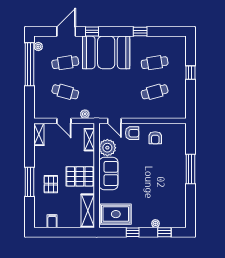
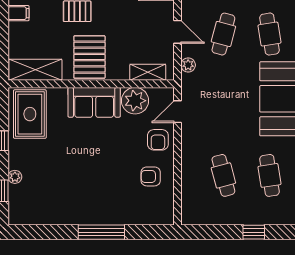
door: (64, 121) -> (178, 32), swing flipped

